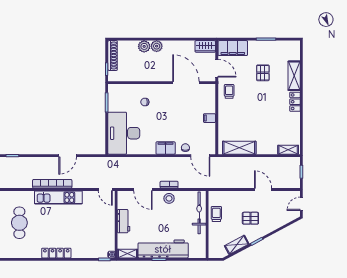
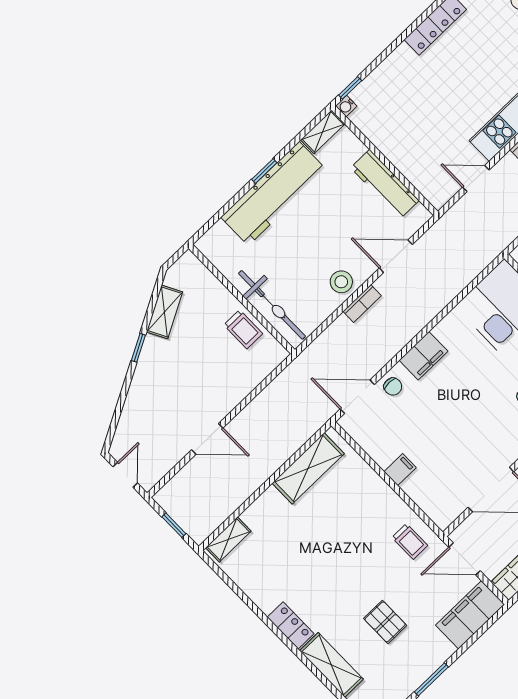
door: (105, 189) -> (476, 179), moved
pallet: (250, 218) -> (183, 375), removed
workbench: (124, 221) -> (385, 184), width x1.37

